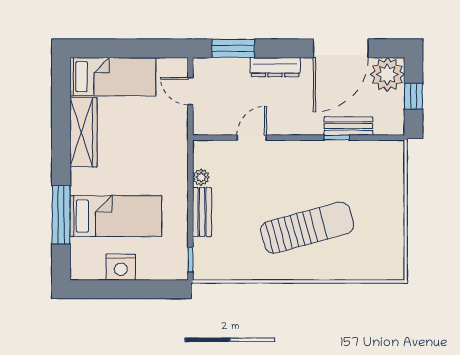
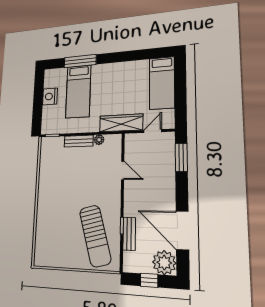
dresser: (275, 67) -> (169, 185), removed
wardrobe: (83, 132) -> (121, 123), moved, turned 180
sun lounger: (307, 228) -> (95, 236), moved

